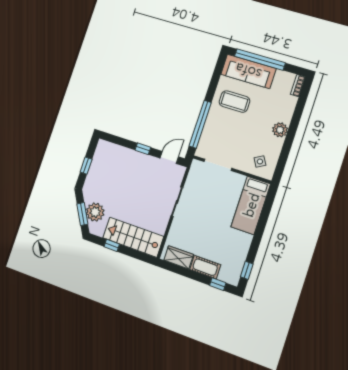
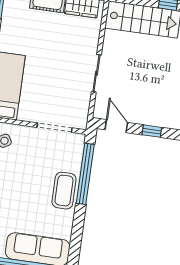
coffee table: (234, 101) -> (64, 191), moved, turned 90
door: (169, 157) -> (116, 126), swing flipped

